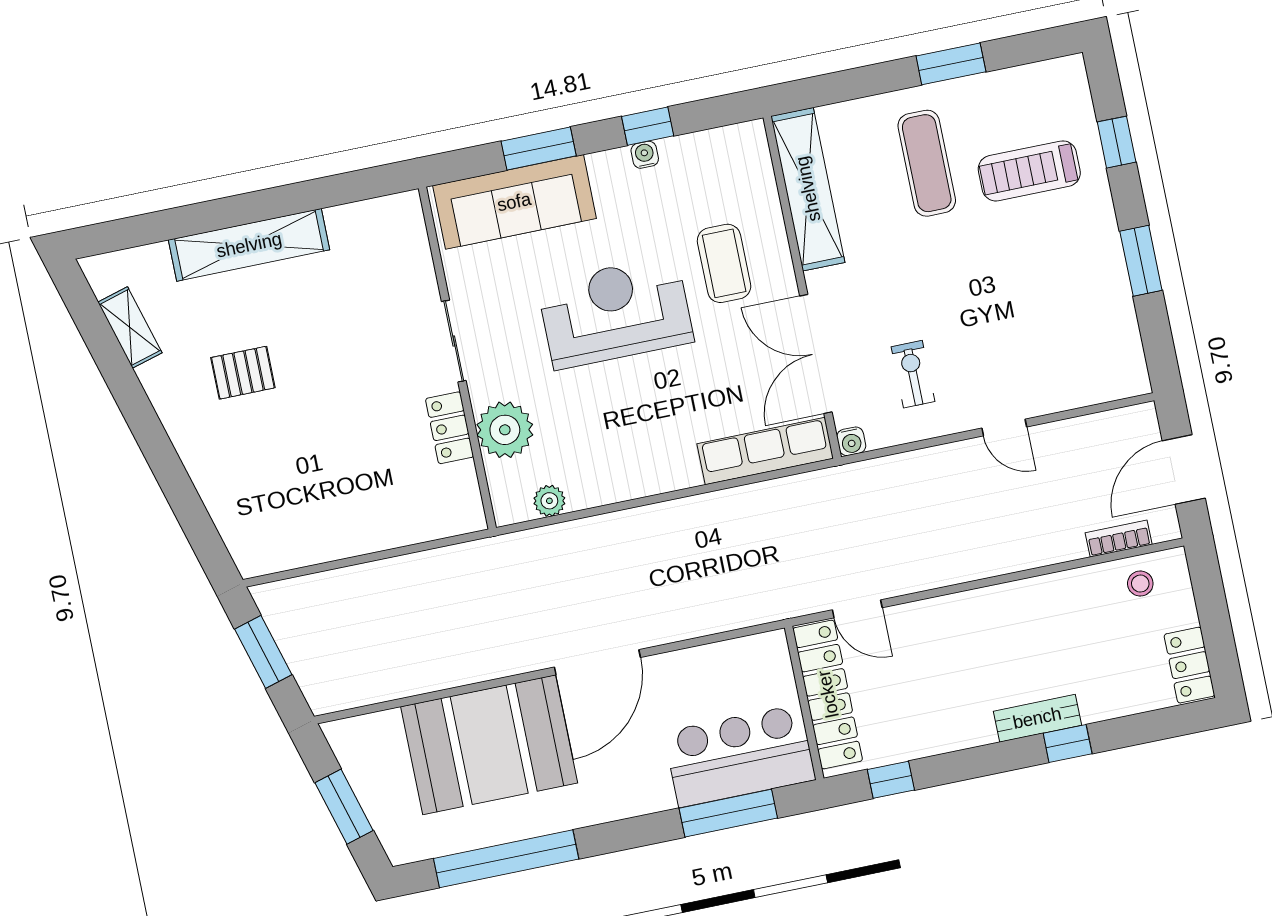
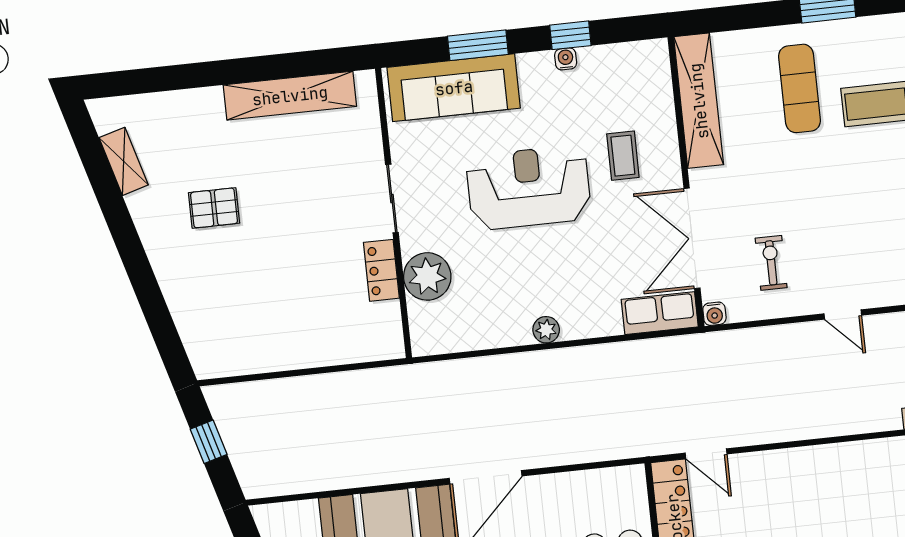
shelving: (249, 245) -> (290, 96), moved
coffee table: (724, 263) -> (623, 156), width x0.73, depth x0.77
row of seats: (765, 451) -> (660, 313), width x0.68
plant: (549, 501) -> (546, 330), moved
window: (263, 652) -> (209, 442), width x0.67

